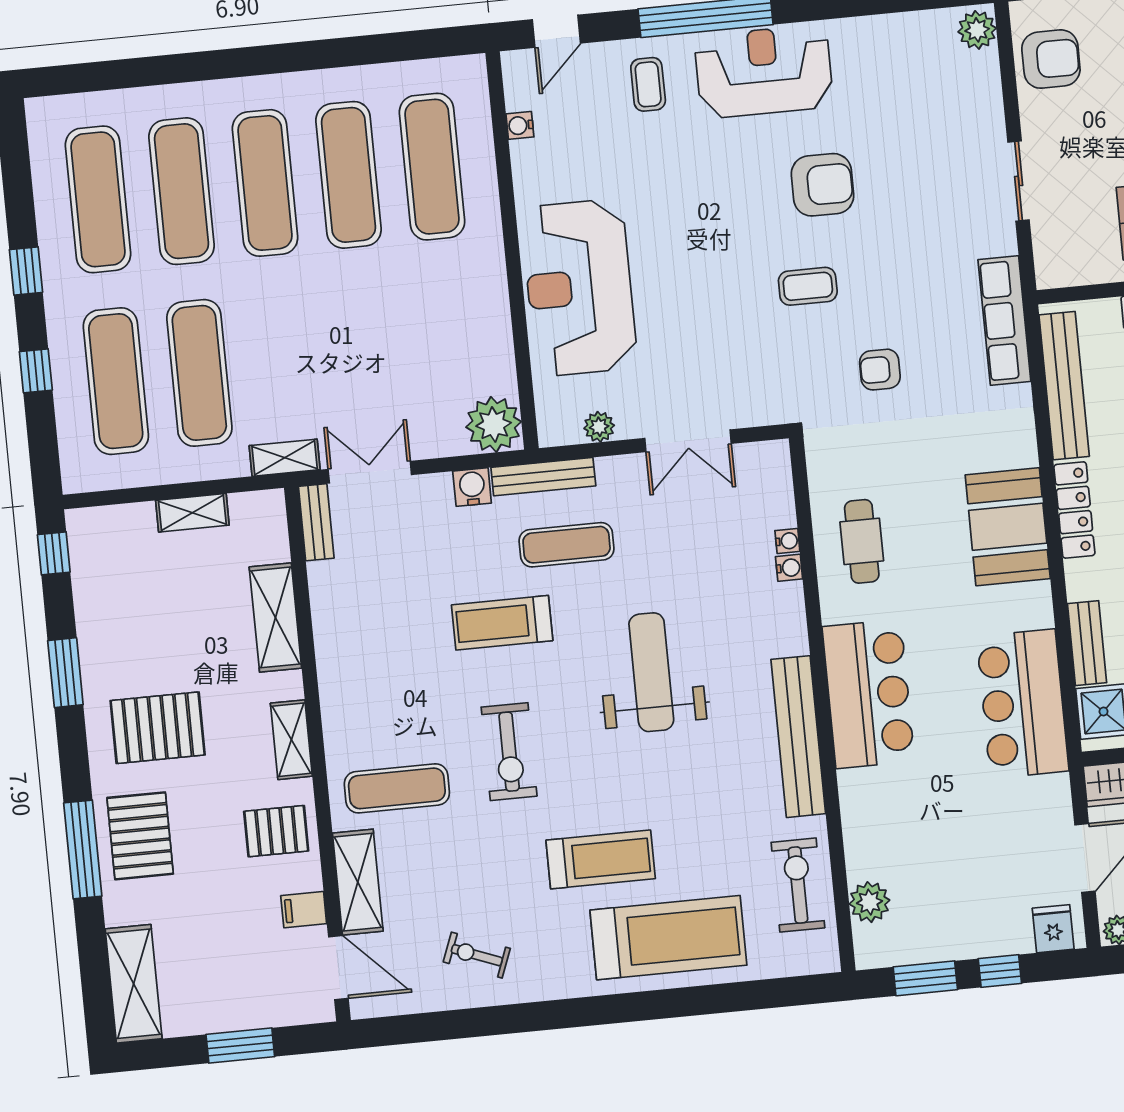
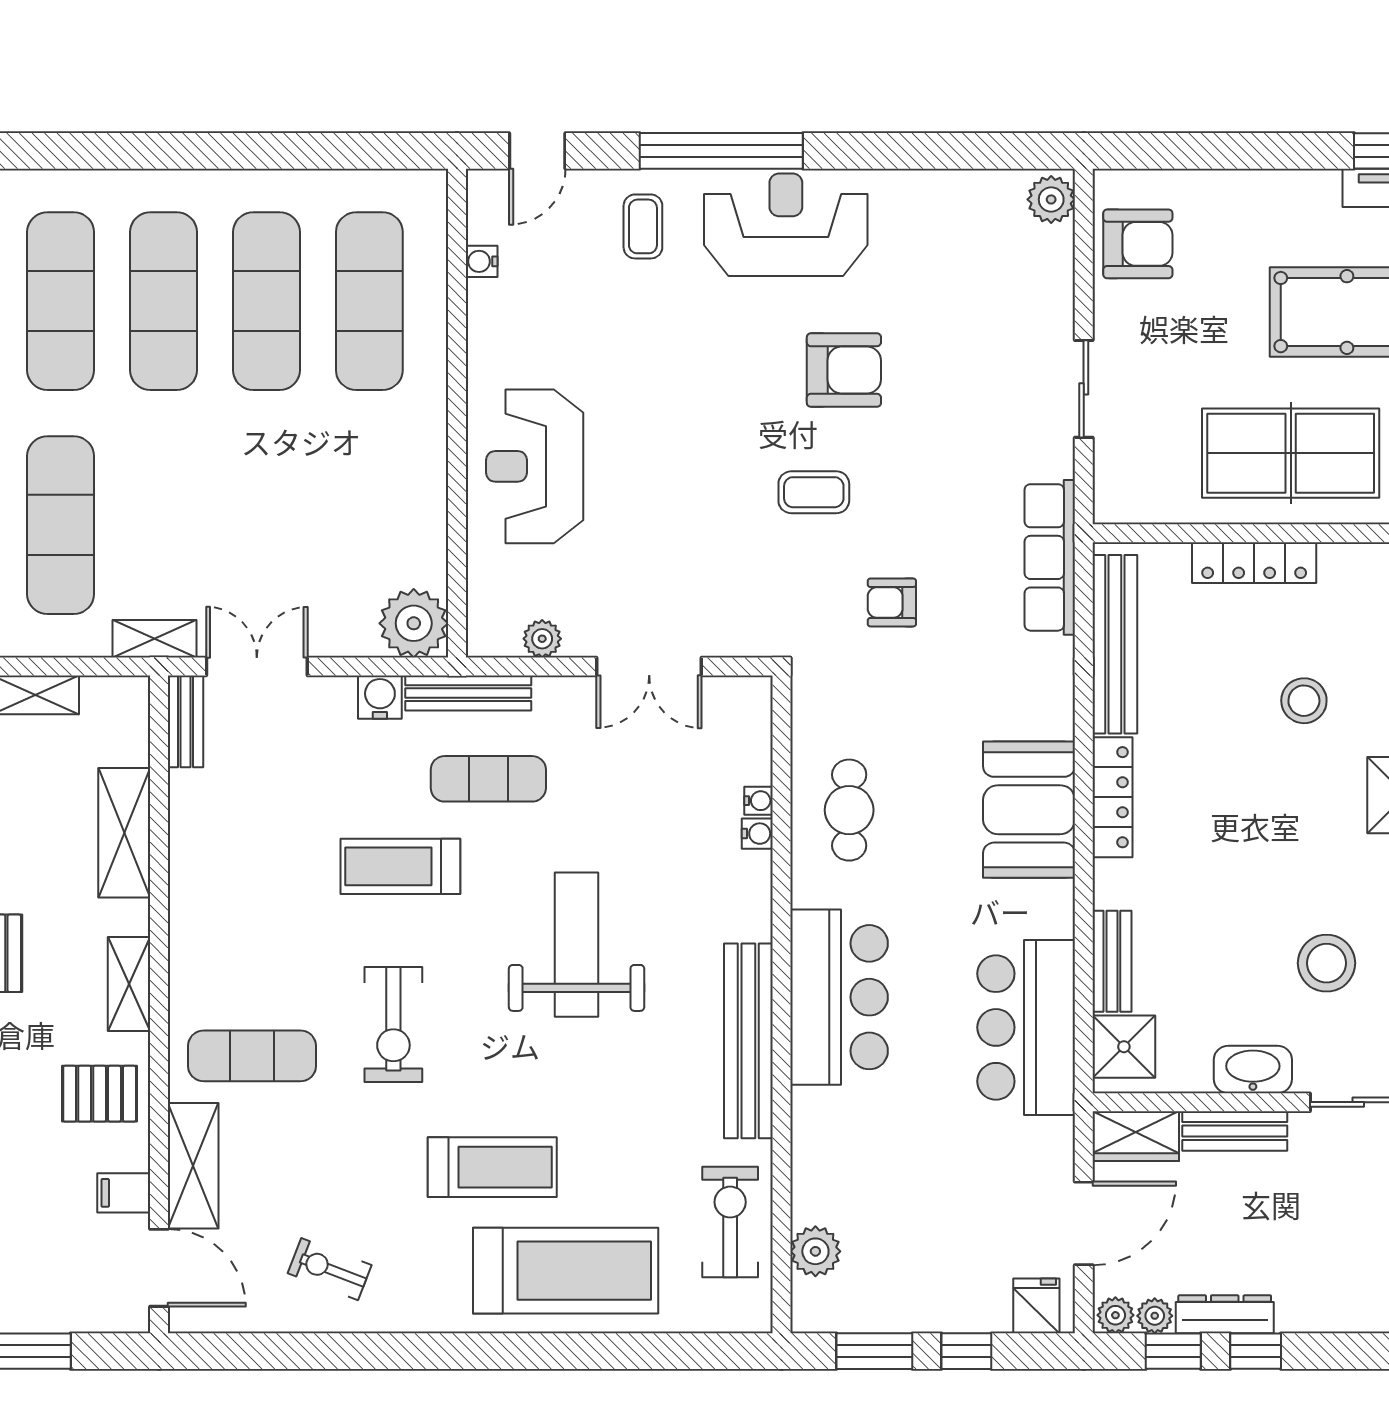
reception desk: (579, 288) -> (535, 466), width x0.74, depth x0.77

